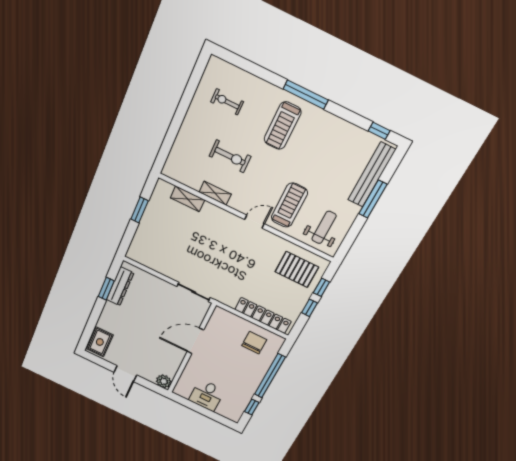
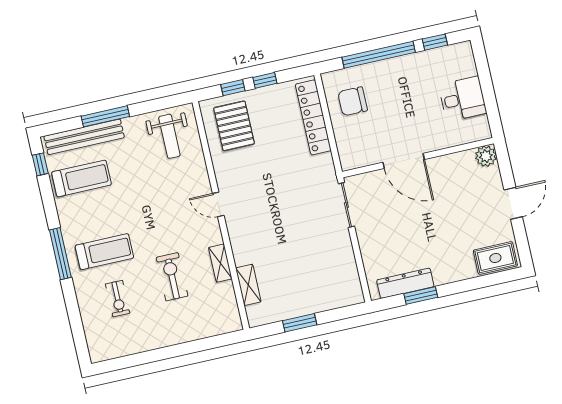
exercise bike: (227, 102) -> (118, 299), moved
treadmill: (289, 205) -> (81, 178), moved, turned 180
weight bench: (324, 227) -> (169, 136), turned -90

